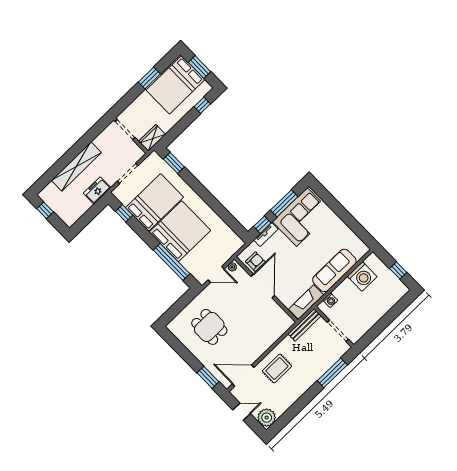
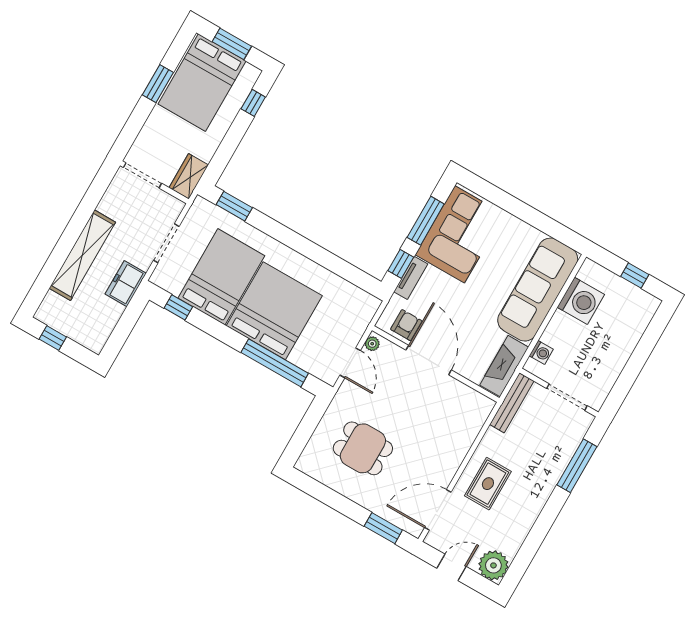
sofa: (334, 270) -> (538, 290), width x1.36, depth x1.27
door: (216, 274) -> (350, 363), hinge flipped

